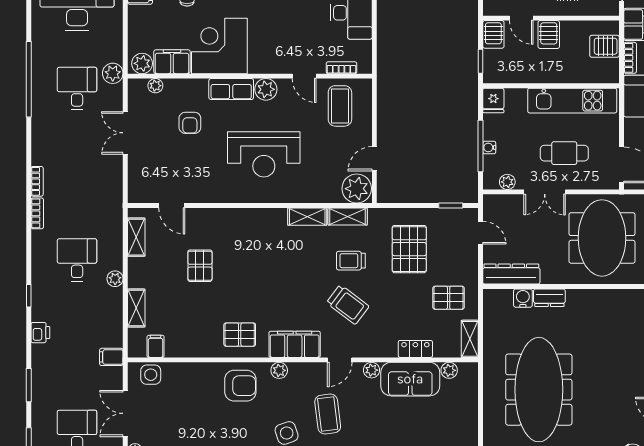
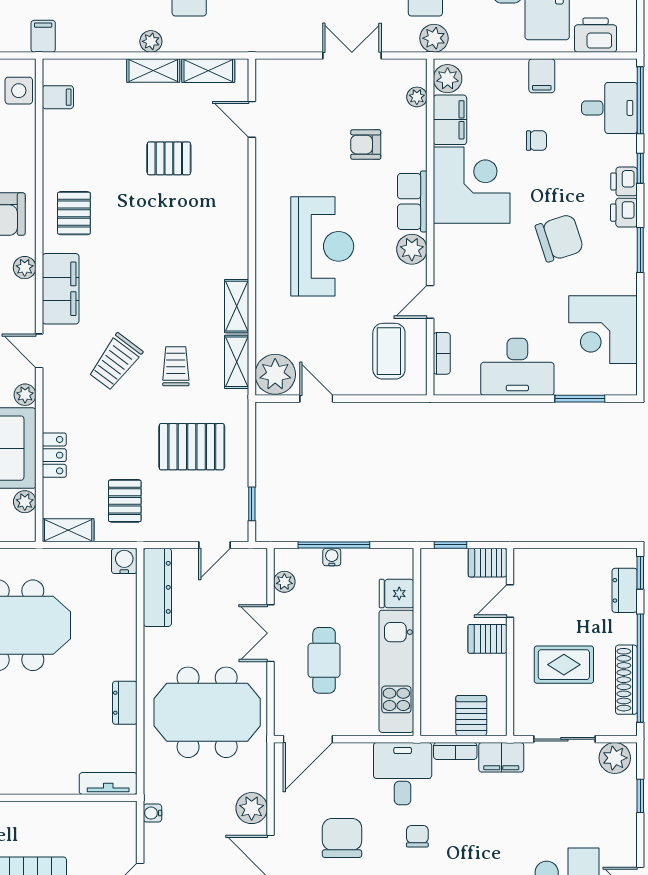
fridge: (493, 100) -> (396, 594), moved
coffee table: (340, 106) -> (389, 351), turned 90
reception desk: (264, 154) -> (322, 246), turned 180
door: (172, 205) -> (252, 119), hinge flipped
water cooler: (523, 298) -> (124, 561), moved, turned -90
dresser: (549, 298) -> (125, 703), moved
shelving: (136, 308) -> (153, 71), moved

